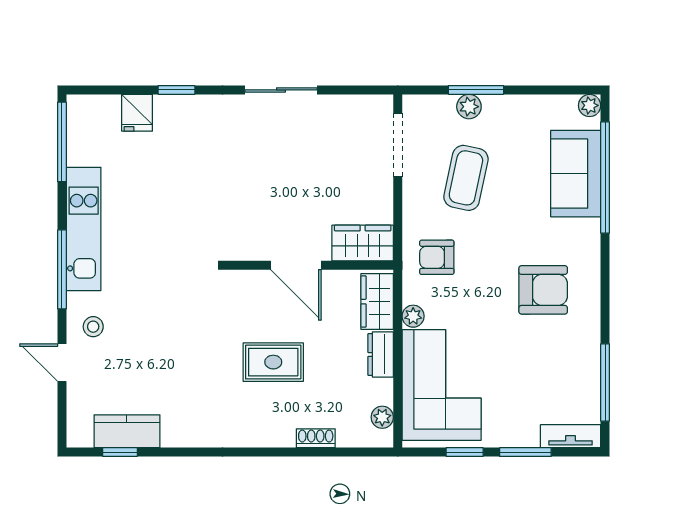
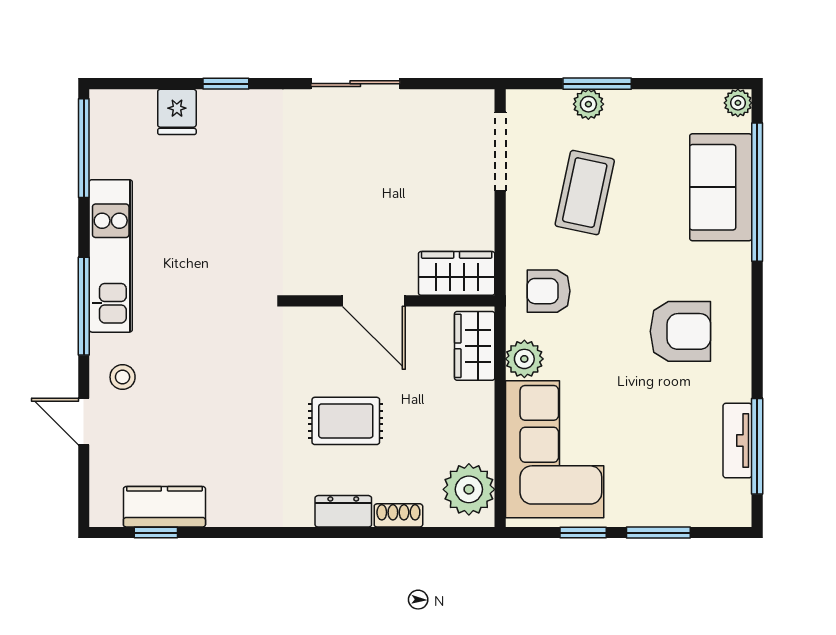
plant: (413, 316) -> (524, 359), width x1.38, depth x1.38
dresser: (381, 354) -> (343, 511), moved, turned 90
plant: (382, 417) -> (469, 489), width x1.88, depth x1.88
tv unit: (571, 436) -> (737, 441), moved, turned -90

